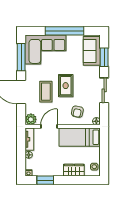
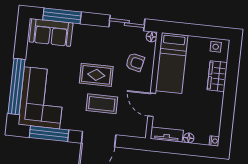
window: (65, 31) -> (16, 86), moved
window: (104, 57) -> (62, 16), width x1.44
sliding door: (104, 90) -> (127, 23), moved
plant: (31, 119) -> (139, 130), removed
window: (45, 180) -> (227, 118), removed

